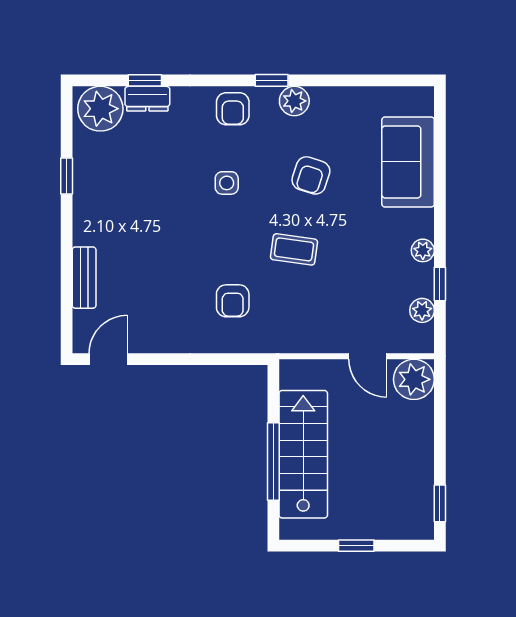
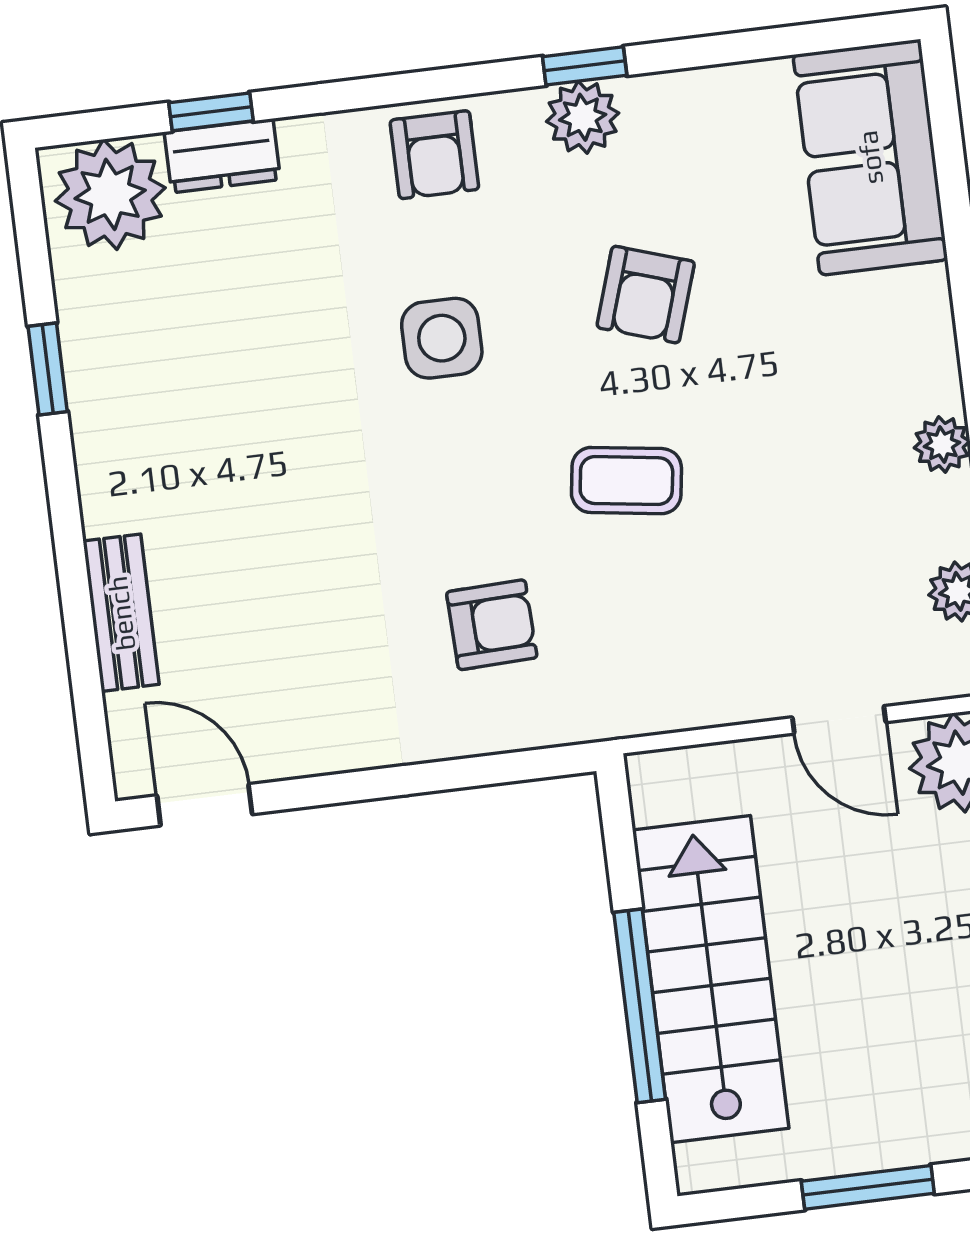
window: (272, 80) -> (585, 66), moved
sofa: (408, 162) -> (870, 157), moved
side table: (227, 183) -> (442, 338), width x1.37, depth x1.37
armchair: (233, 301) -> (492, 625), turned -92
door: (108, 359) -> (205, 805), hinge flipped
window: (356, 546) -> (868, 1187), width x1.50

